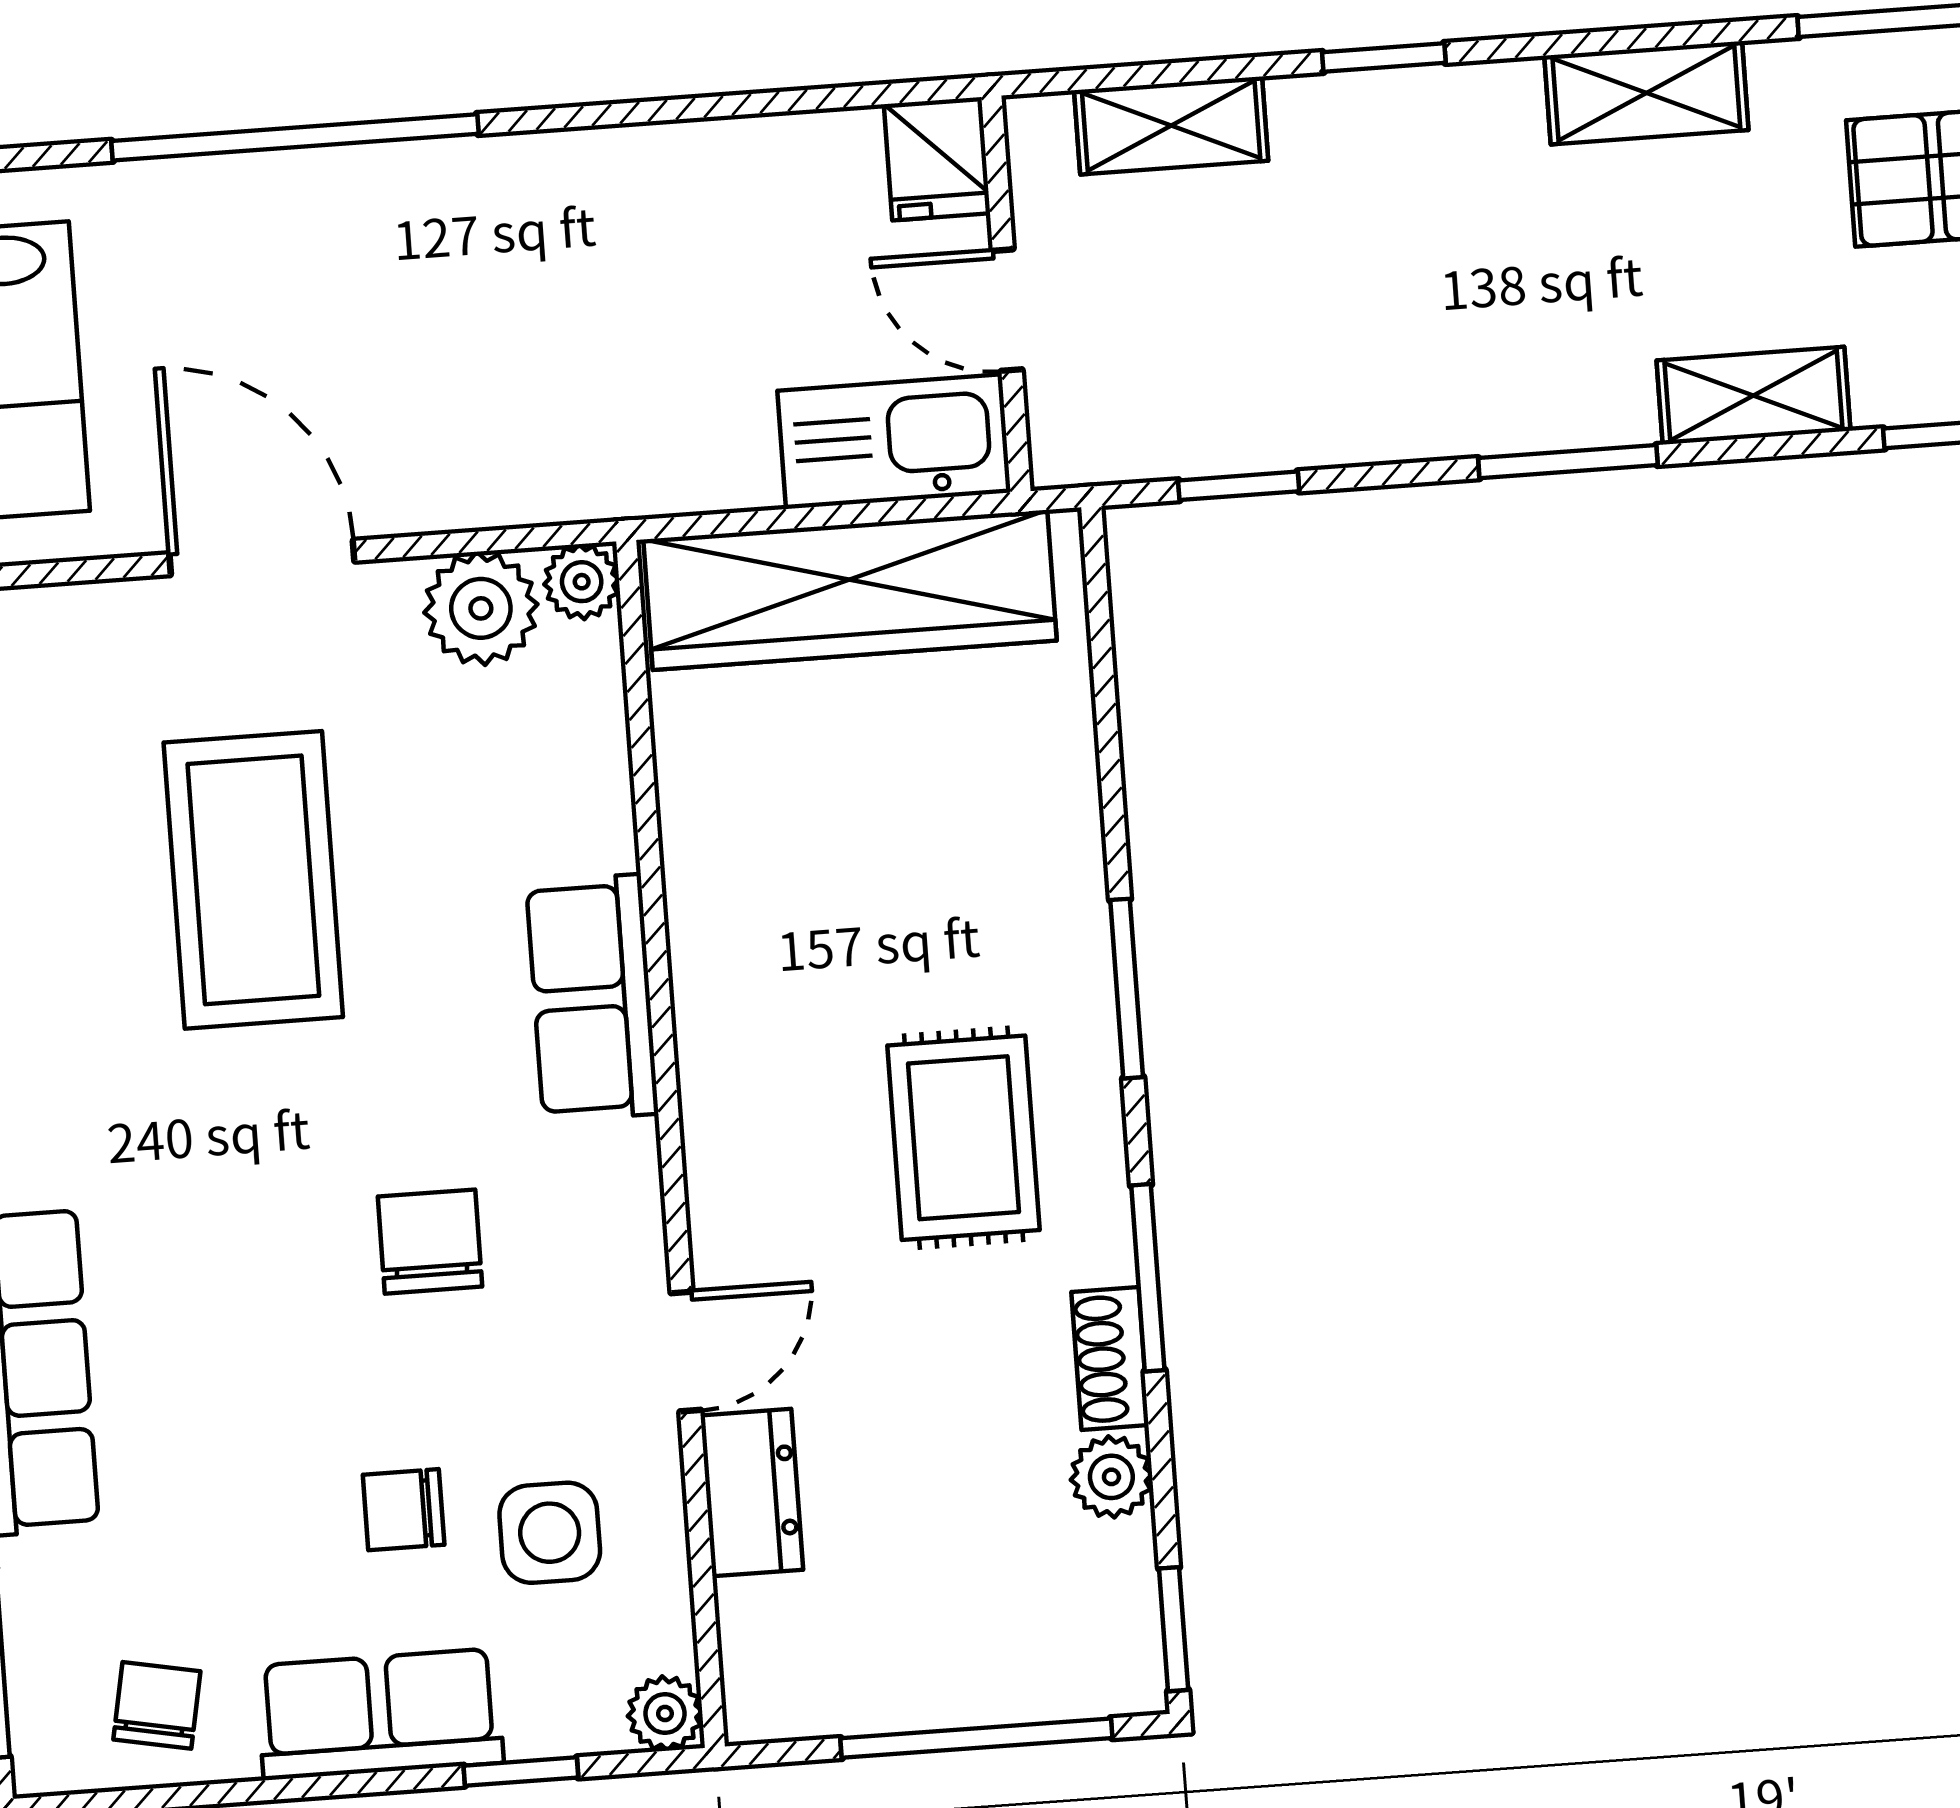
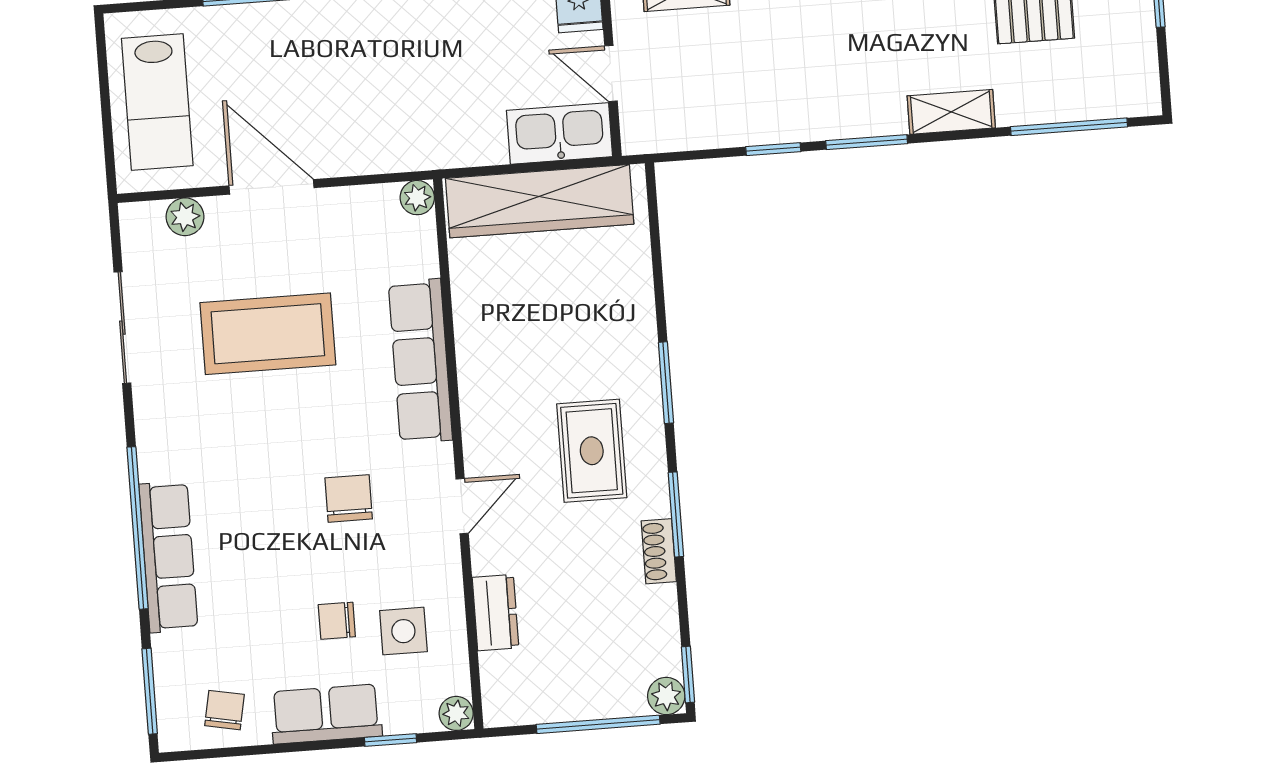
window: (1239, 486) -> (773, 149), moved
plant: (481, 608) -> (185, 217), moved, width x0.73, depth x0.73
coffee table: (253, 880) -> (268, 334), turned 90
row of seats: (592, 998) -> (420, 361), width x1.48
door: (686, 1352) -> (462, 506), moved
plant: (1111, 1477) -> (666, 696), moved

